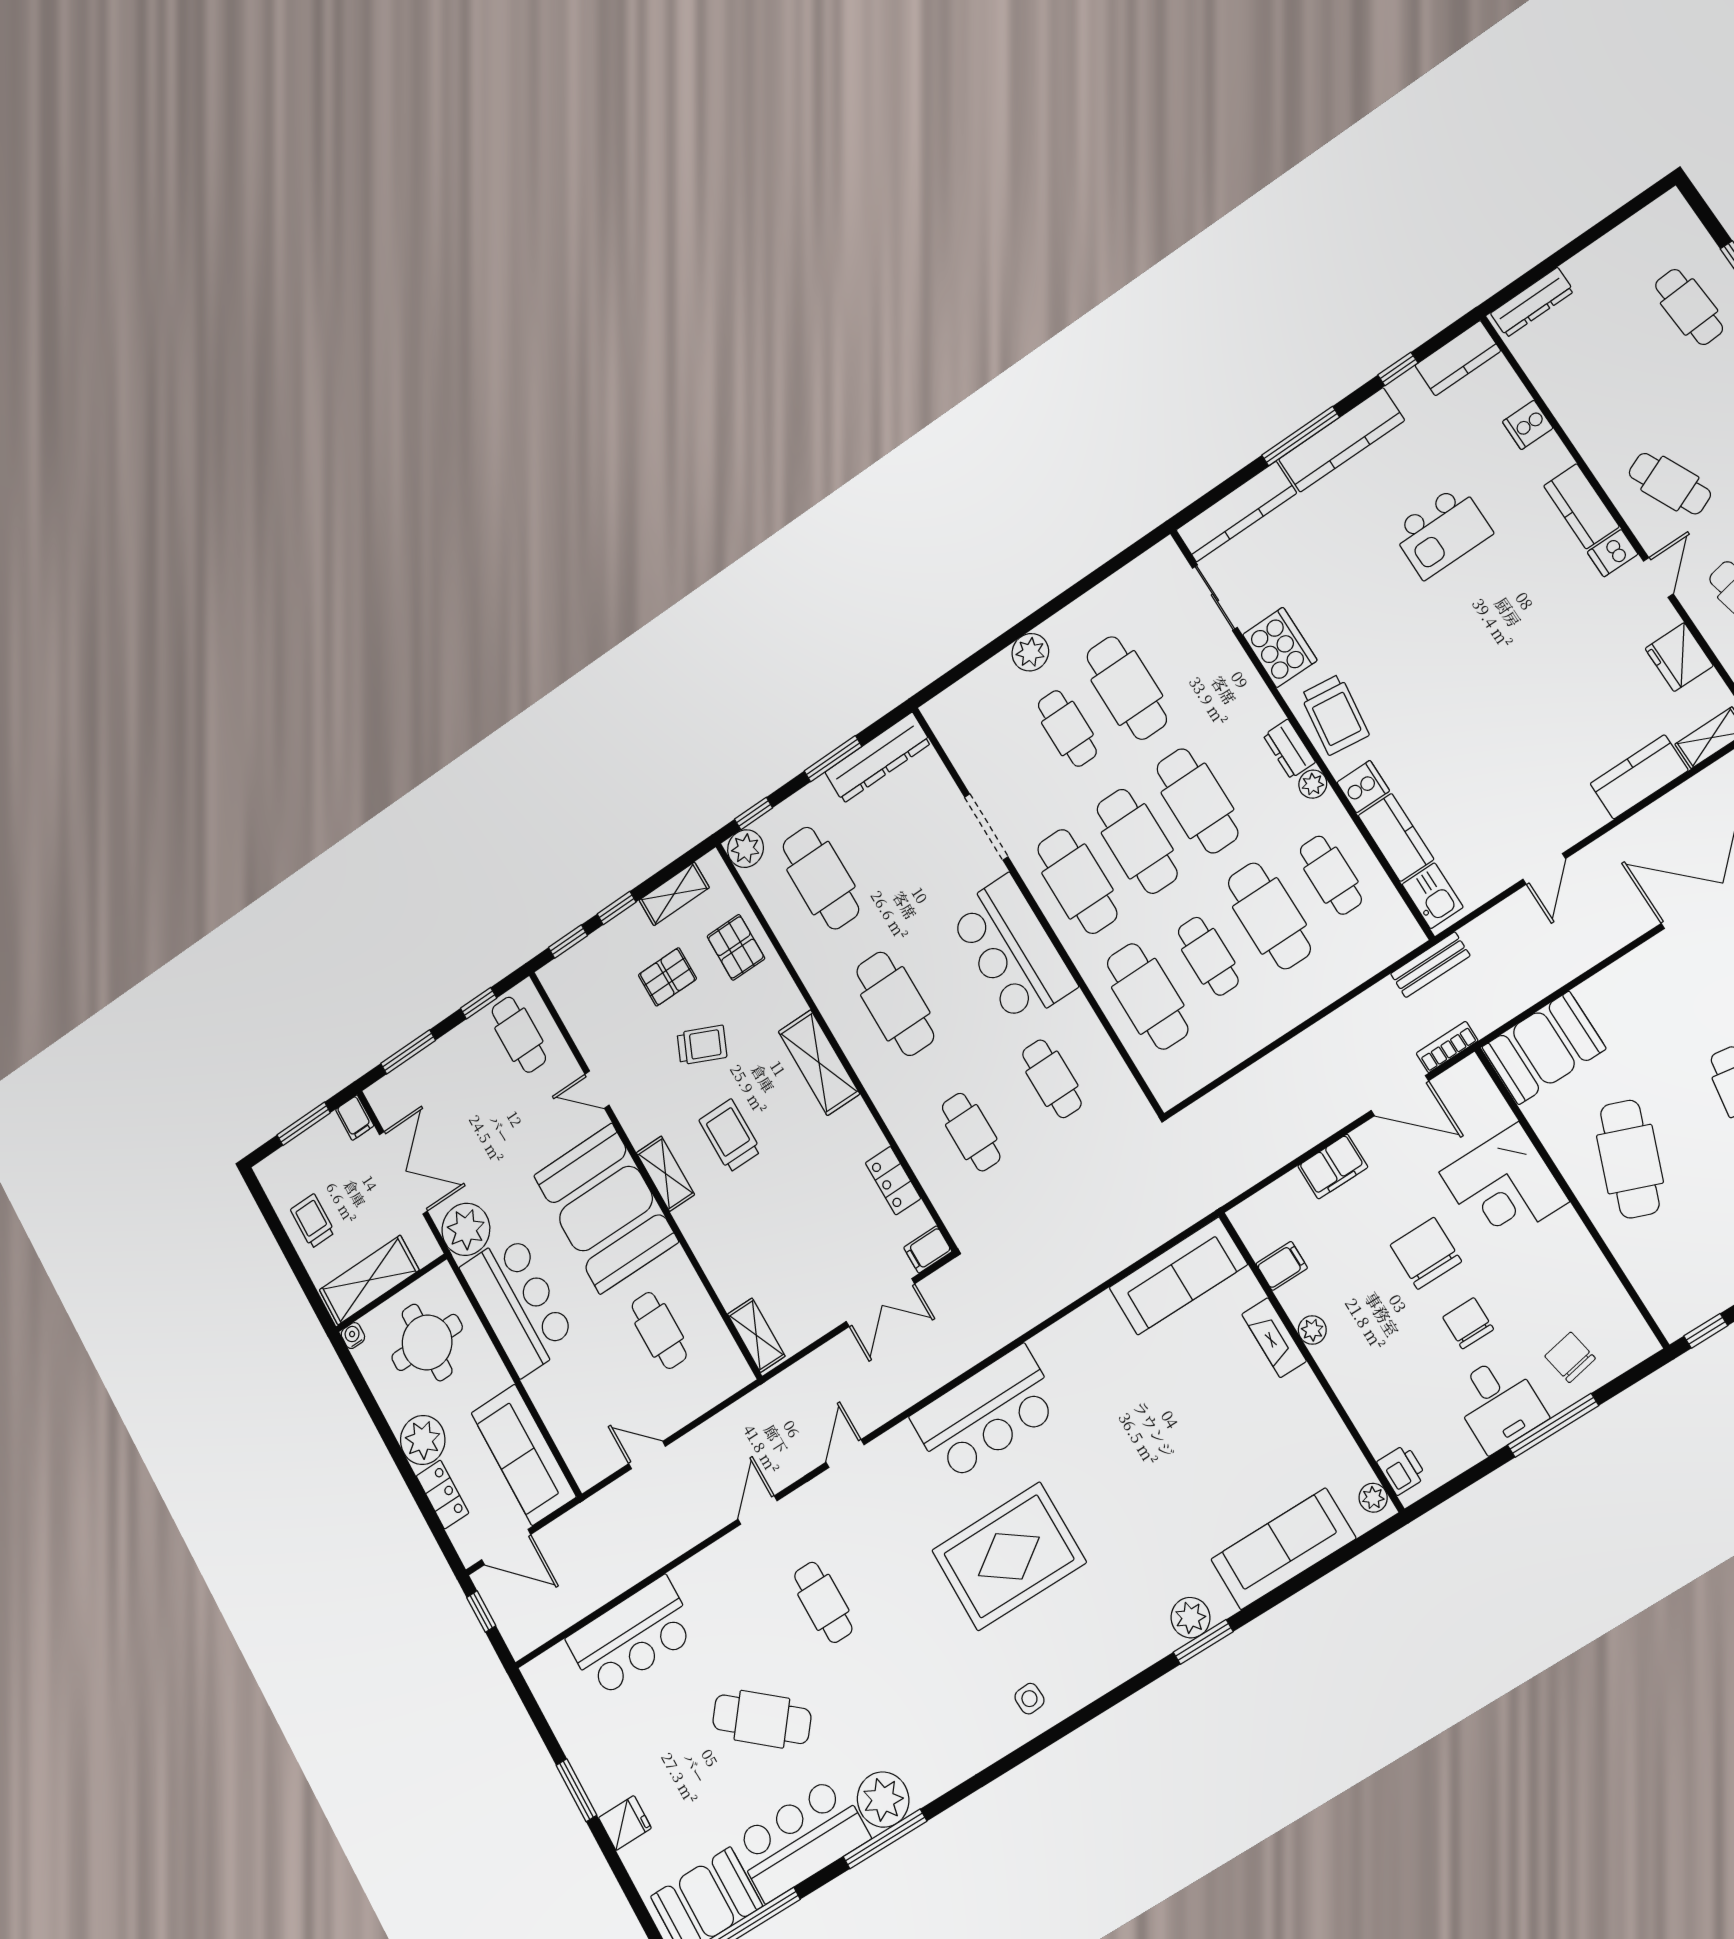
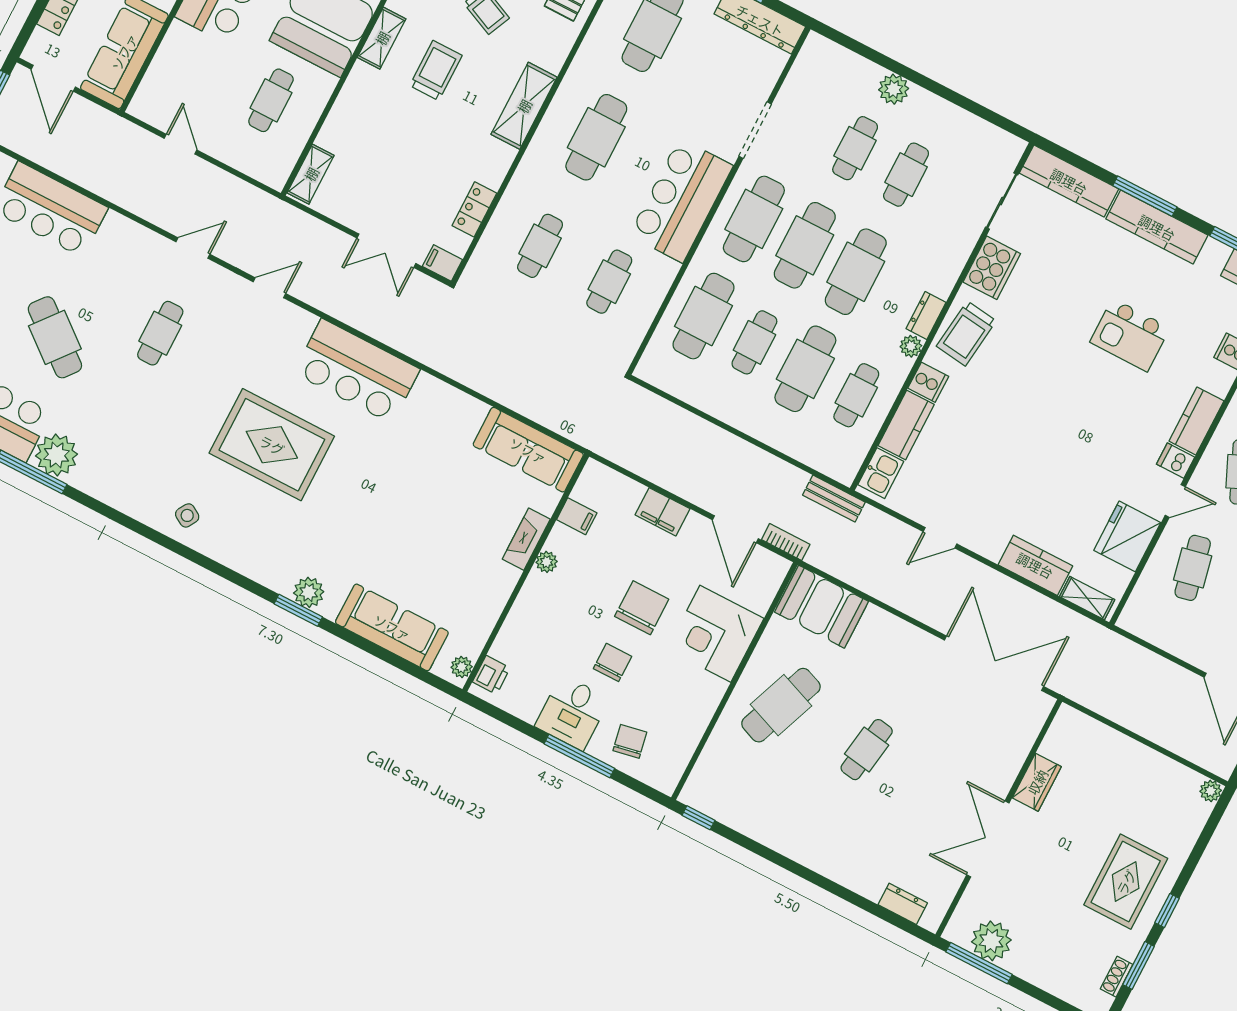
fridge: (1679, 657) -> (1127, 536), width x1.36, depth x1.34
cafe table: (1127, 688) -> (906, 175), width x0.73, depth x0.74
side table: (1029, 1699) -> (187, 515), turned 35

